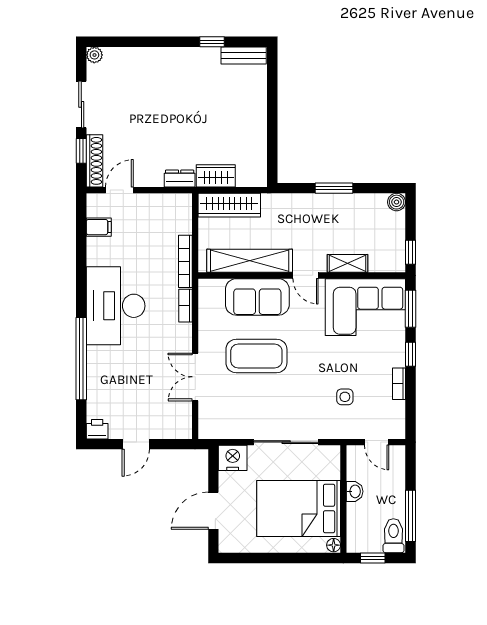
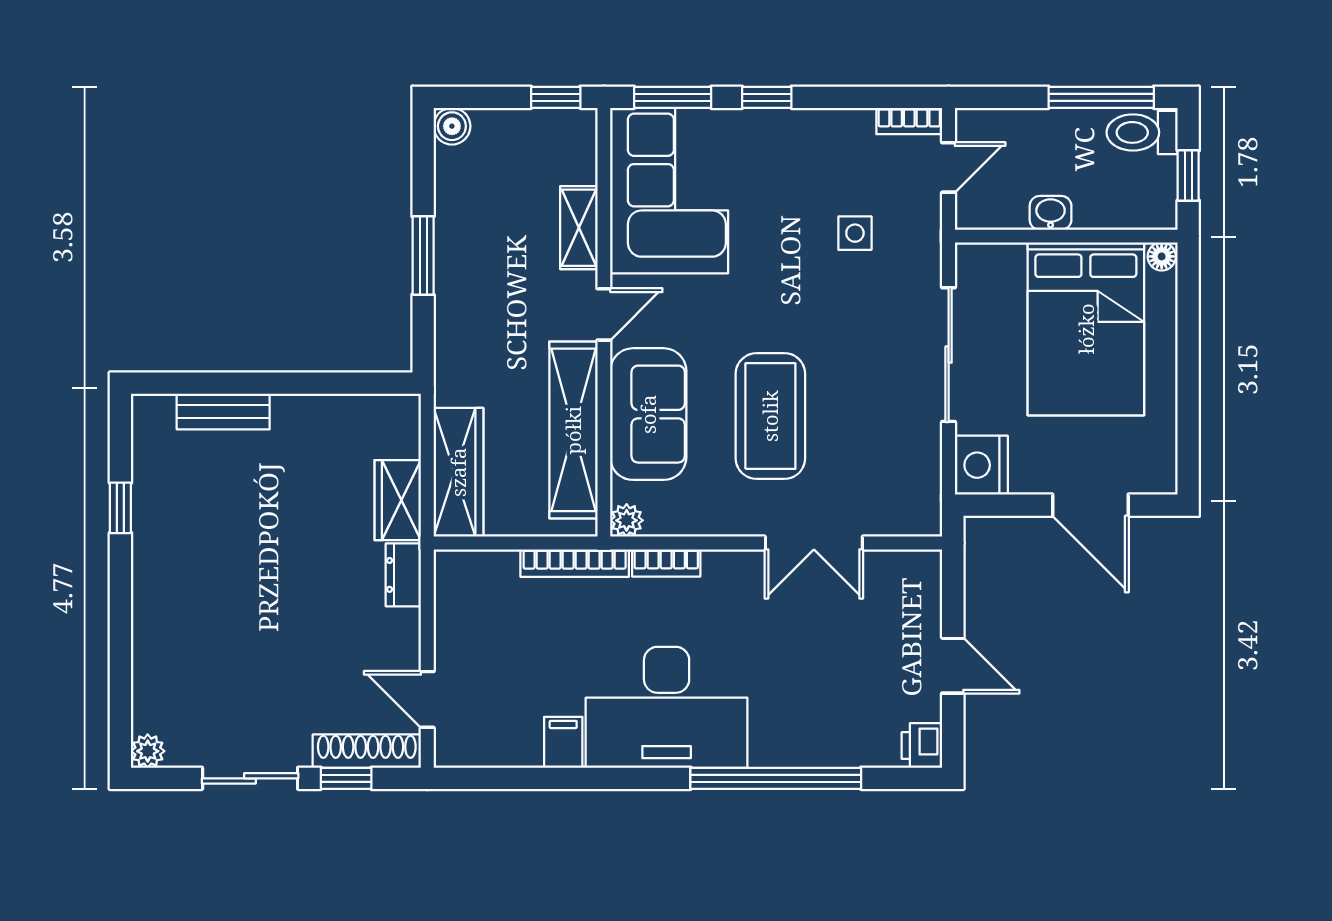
bench: (244, 55) -> (223, 411), moved, turned 90
filing cabinet: (99, 227) -> (563, 742), moved
plant: (206, 286) -> (627, 520), added
bookcase: (399, 384) -> (909, 121), moved

